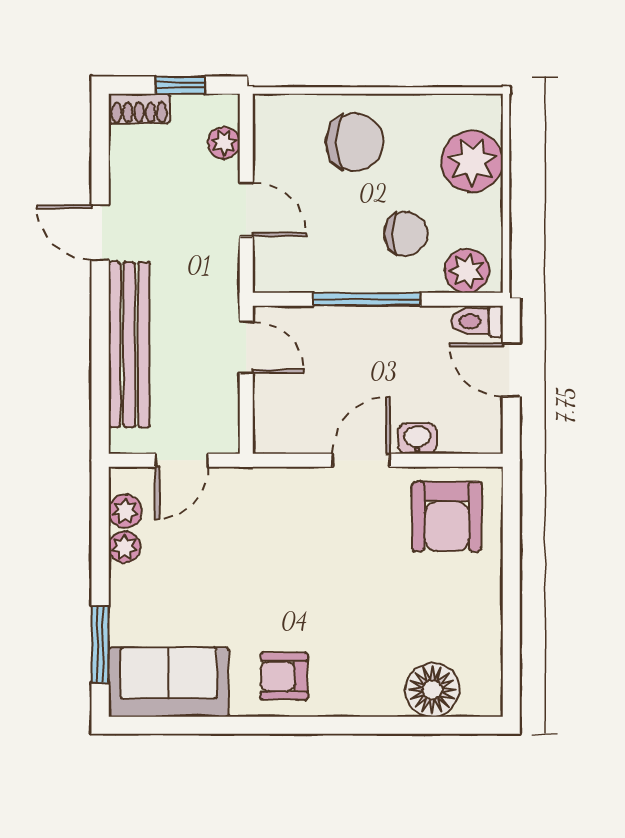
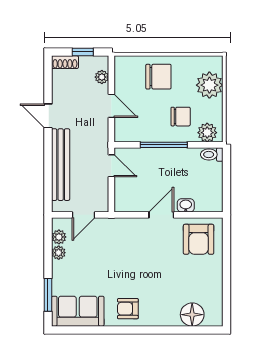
door: (511, 370) -> (227, 176), removed

